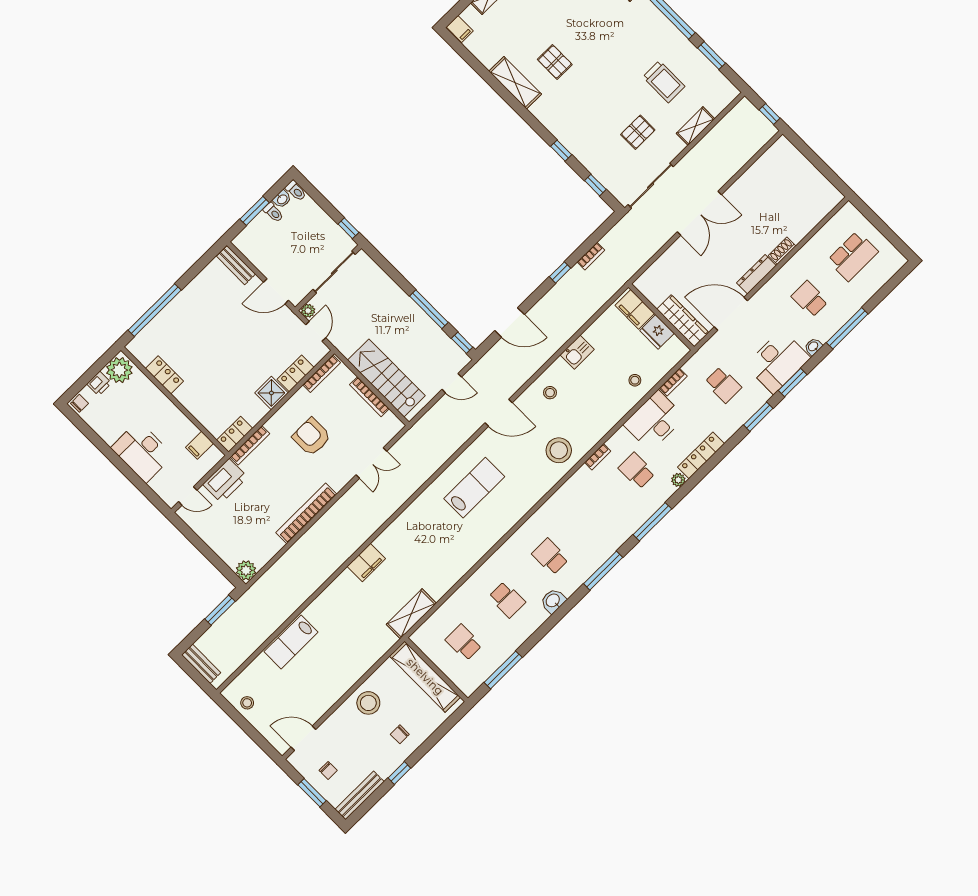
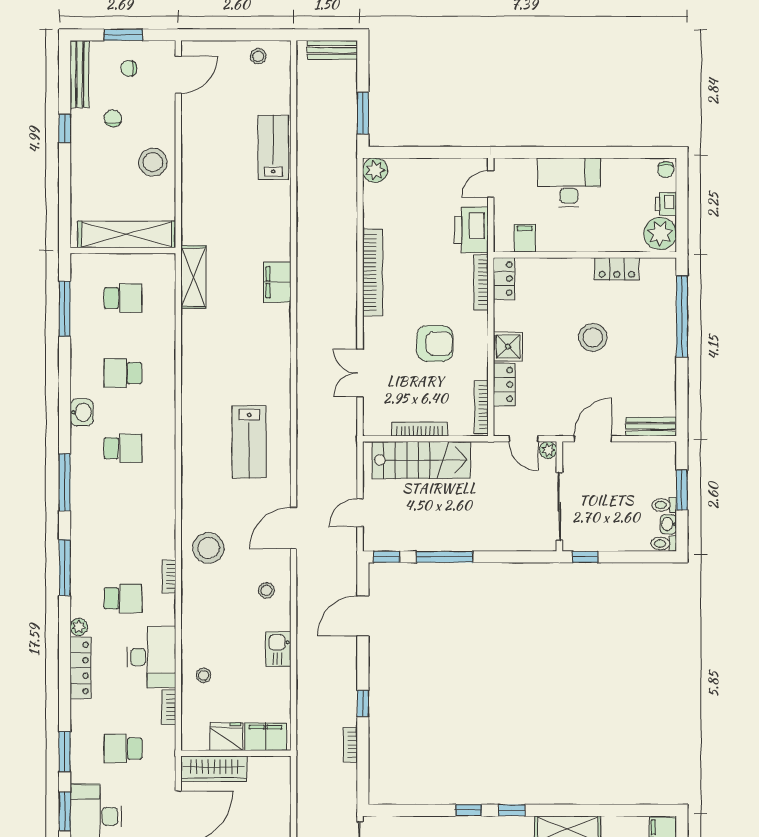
window: (595, 185) -> (512, 810), moved
stool: (218, 349) -> (593, 337), added
chair: (400, 734) -> (113, 118), moved

